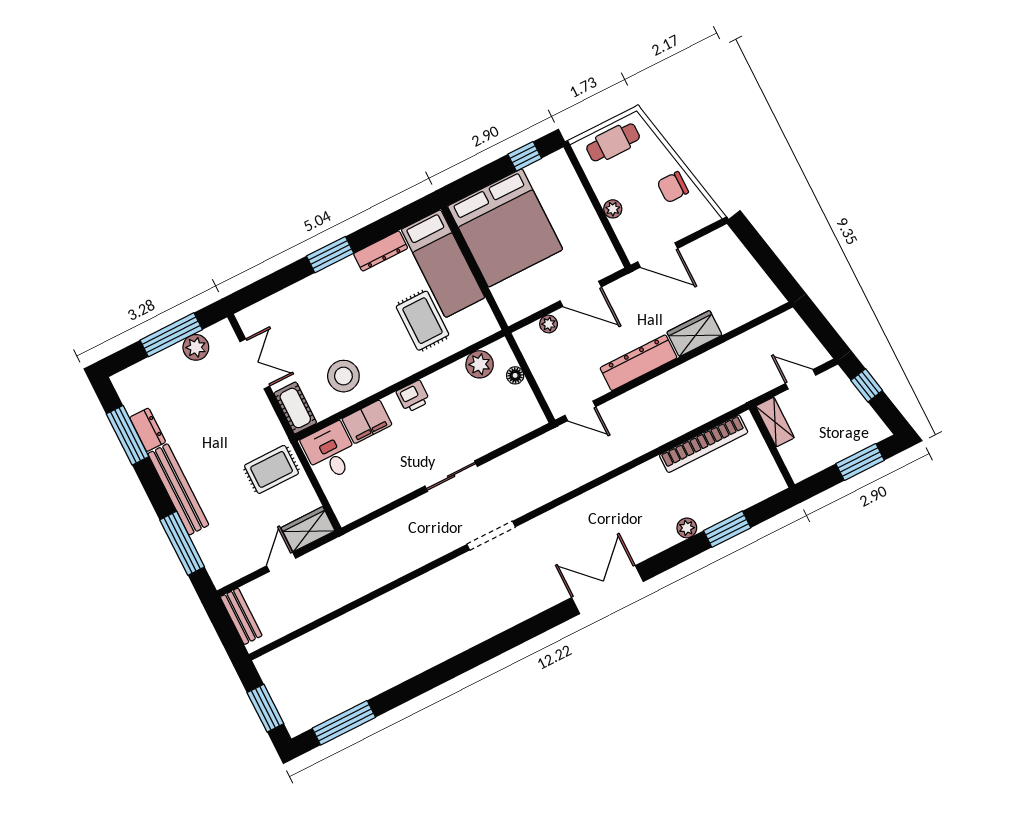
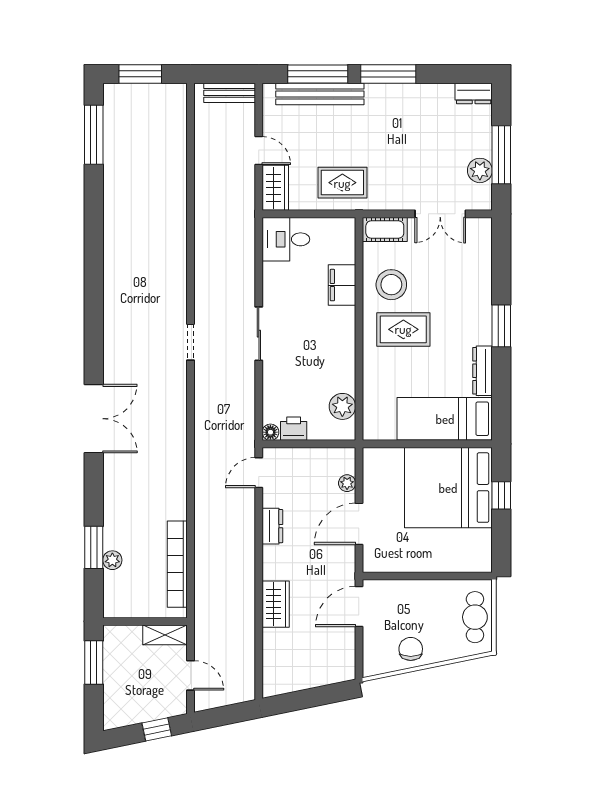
window: (525, 156) -> (501, 495), moved
plant: (613, 209) -> (418, 588), removed
rug: (422, 321) -> (403, 329), moved
dresser: (639, 363) -> (272, 526), width x0.51, depth x0.80
floor lamp: (515, 375) -> (270, 432), moved
door: (801, 379) -> (191, 675), hinge flipped
printer: (413, 396) -> (294, 429), moved, turned 90
dresser: (148, 430) -> (474, 93), moved
window: (128, 435) -> (388, 74), moved
desk: (331, 452) -> (286, 239), moved, turned 180
window: (860, 462) -> (94, 663), moved
rug: (272, 469) -> (342, 183), turned 90
bench: (178, 489) -> (320, 94), moved
plant: (687, 528) -> (112, 560), moved
doorway: (491, 536) -> (191, 342), width x0.73

